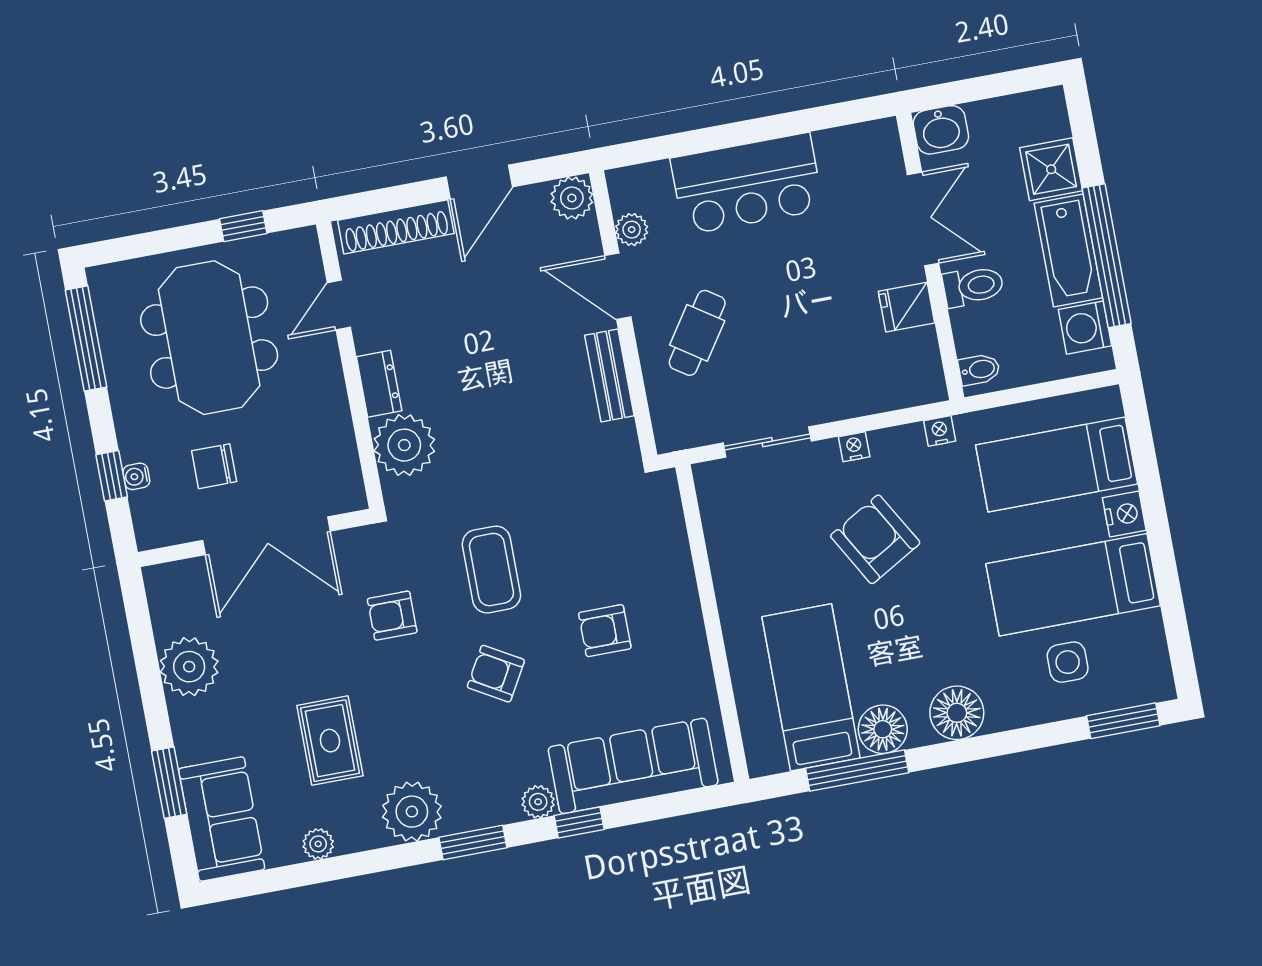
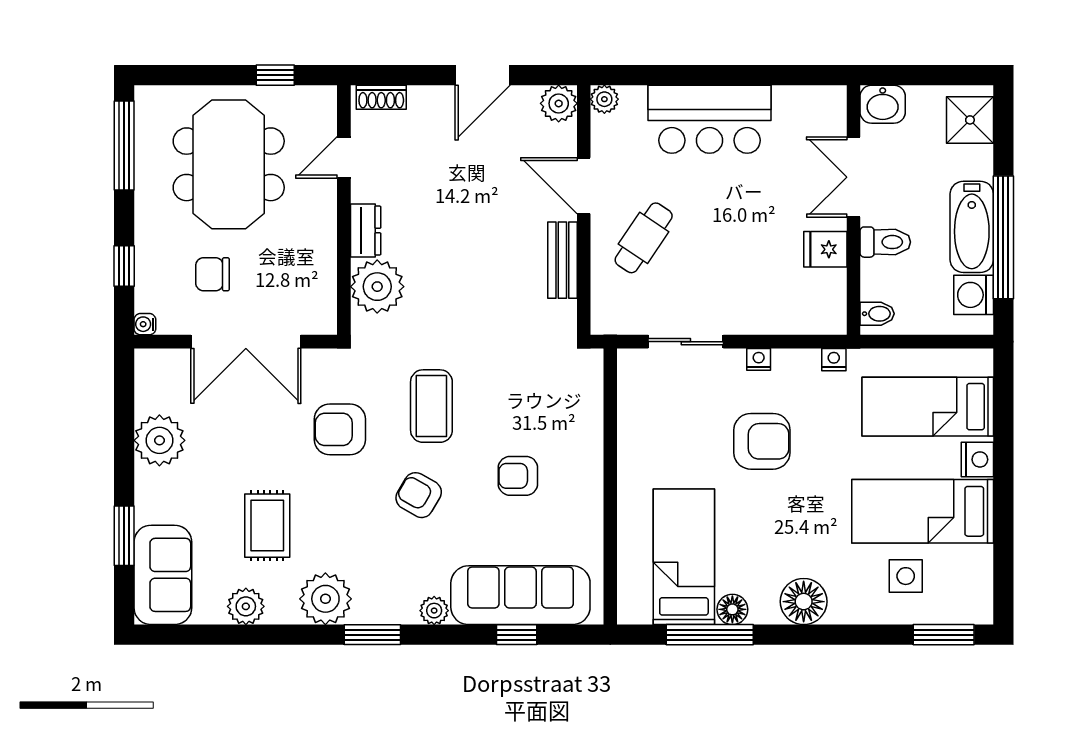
shower: (1051, 169) -> (970, 120), moved
double door: (923, 219) -> (853, 177), swing flipped
shoe rack: (396, 227) -> (381, 97), width x0.51, depth x0.81
plant: (632, 230) -> (604, 99), moved
water cooler: (136, 476) -> (145, 324), moved
armchair: (875, 539) -> (762, 441), turned 120
armchair: (392, 616) -> (340, 429), width x1.38, depth x1.38
floor lamp: (883, 729) -> (732, 609), width x0.73, depth x0.73
window: (579, 823) -> (517, 635), moved
plant: (318, 844) -> (246, 606), width x1.38, depth x1.38

